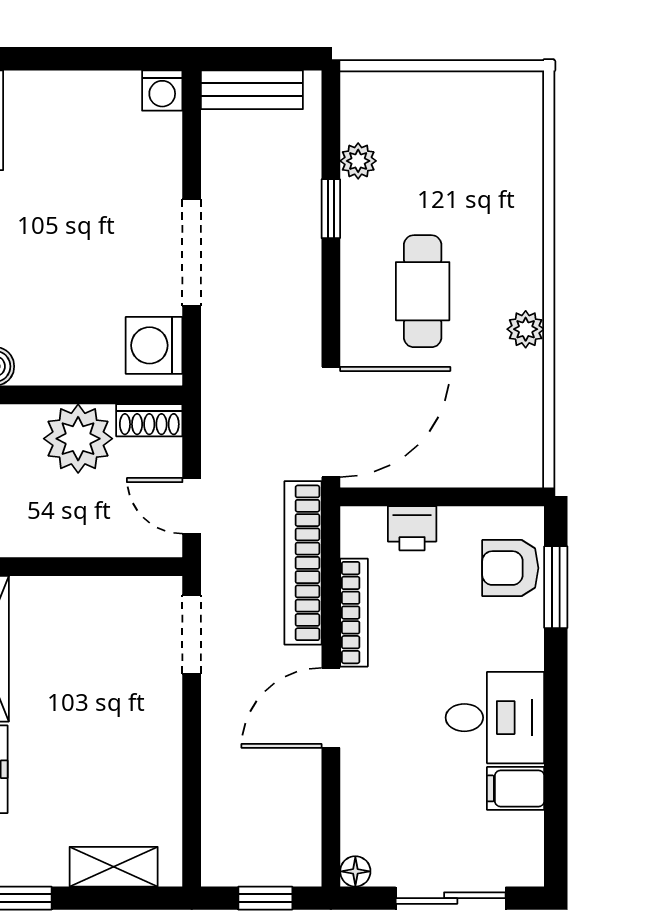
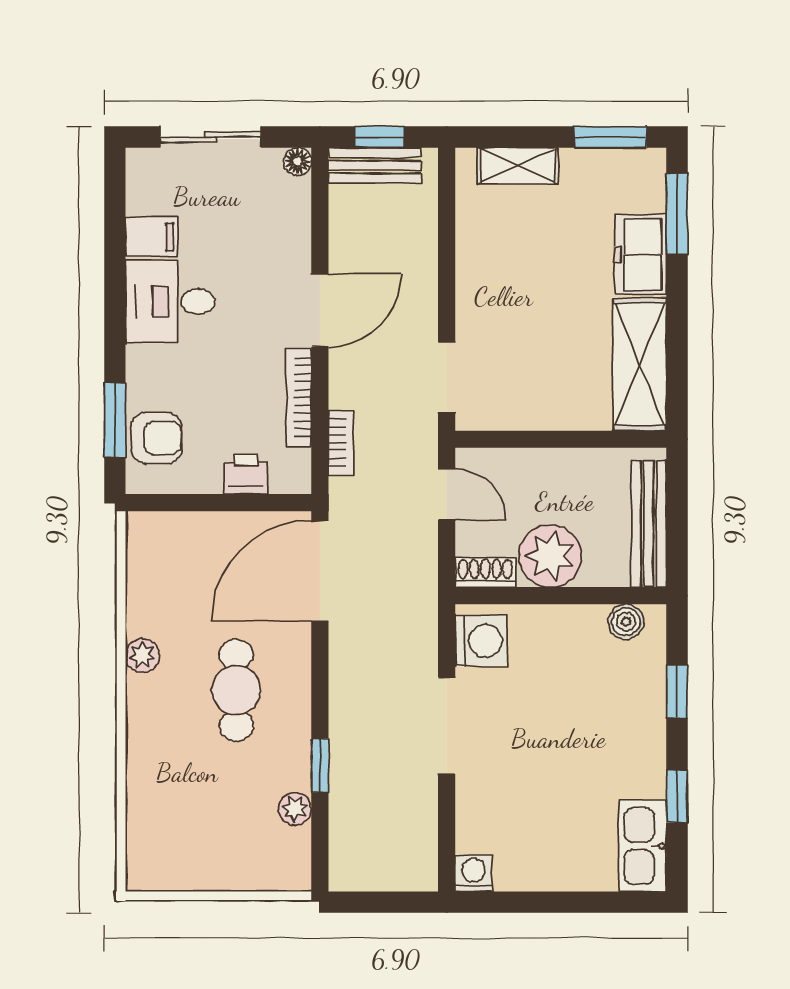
bench: (252, 90) -> (375, 165), moved
bookcase: (303, 563) -> (341, 443), width x0.43, depth x0.76

